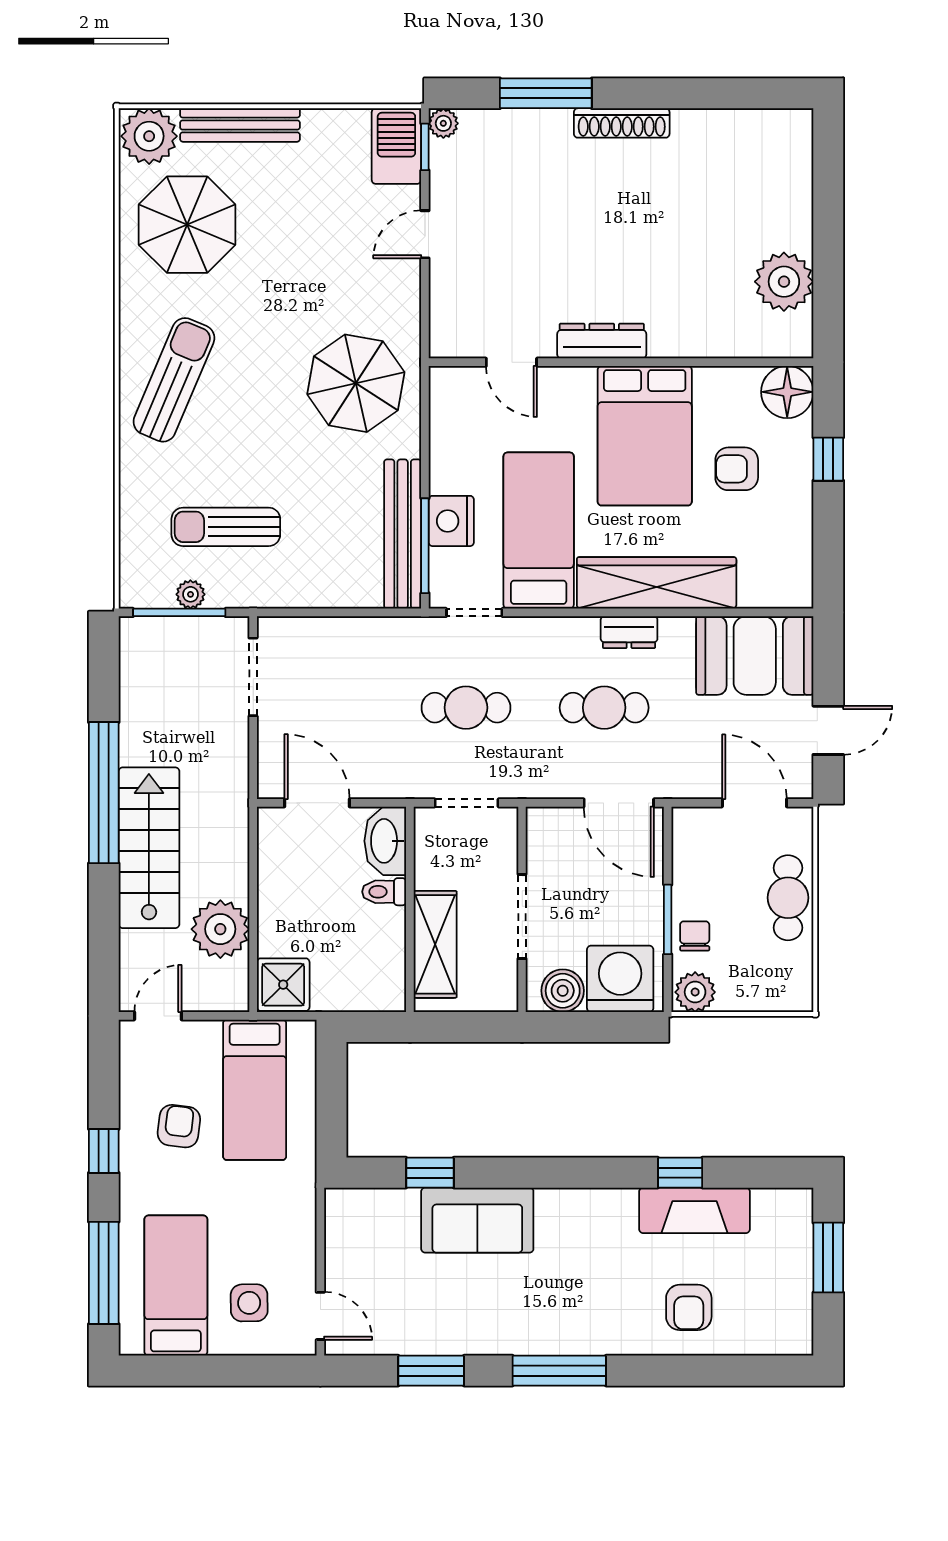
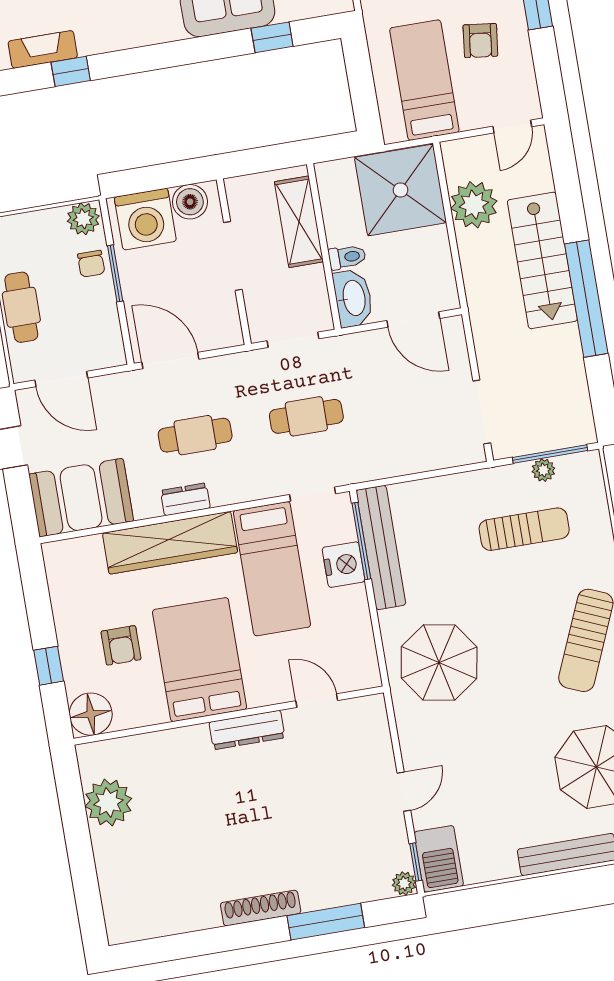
armchair: (737, 469) -> (121, 645), turned 90
shower: (283, 985) -> (401, 190), width x1.86, depth x1.86
fireplace: (694, 1210) -> (43, 49), width x0.73, depth x0.76

